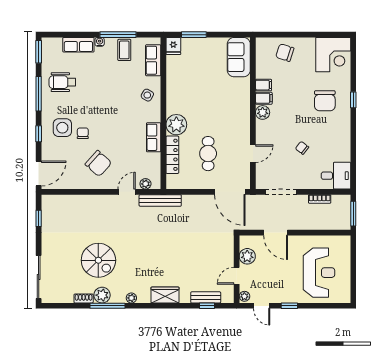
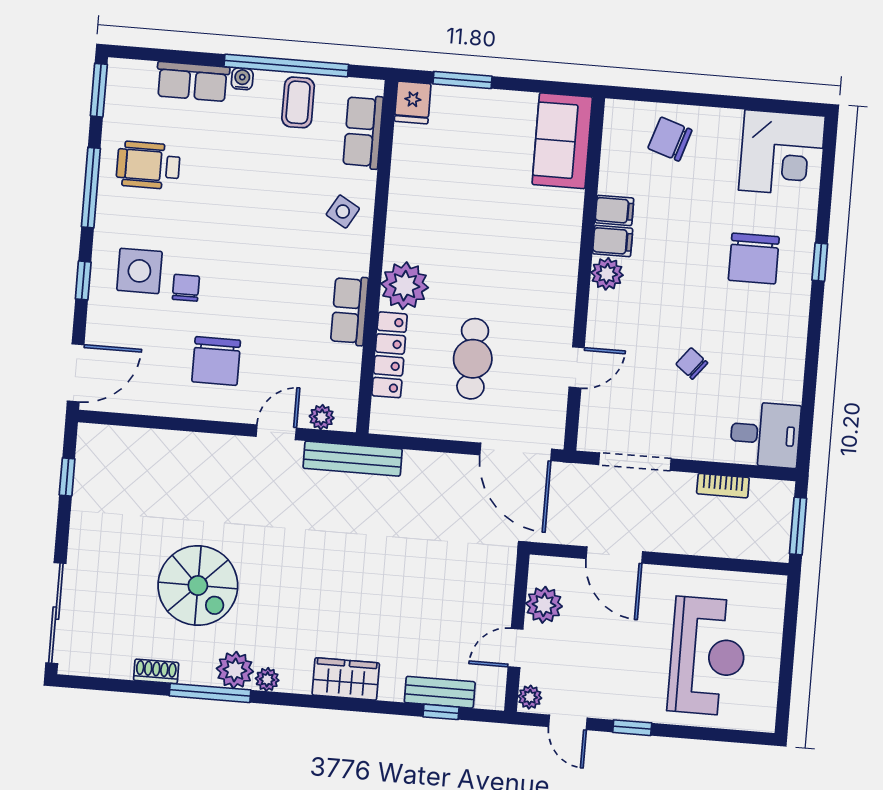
window: (118, 35) -> (286, 66), width x1.46
chair: (98, 163) -> (216, 361), turned 48
plant: (102, 295) -> (235, 670), moved

